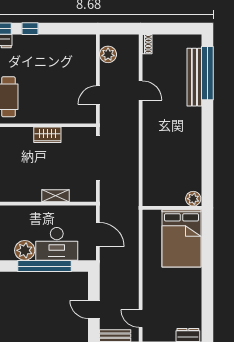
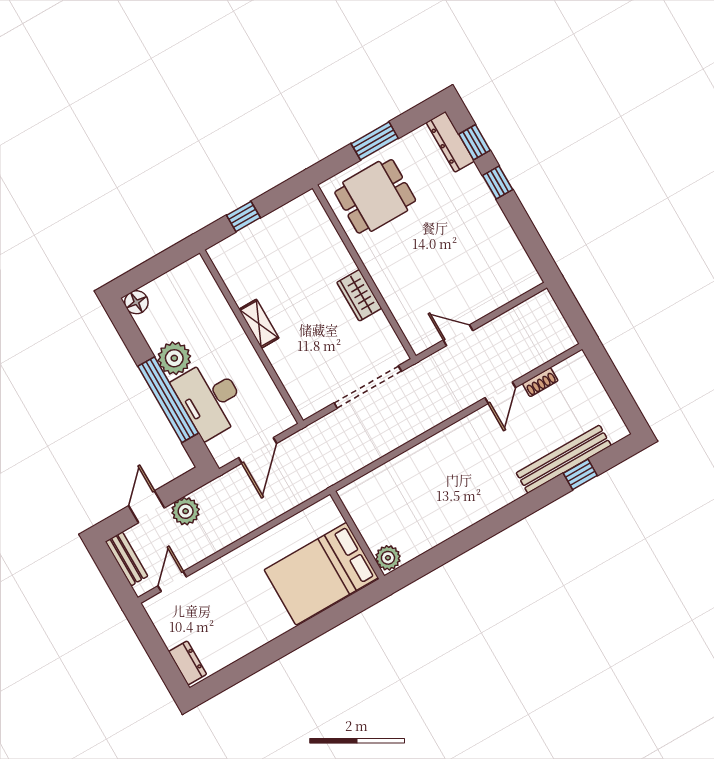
shoe rack: (147, 44) -> (540, 382), moved
plant: (108, 54) -> (186, 511), moved
window: (207, 73) -> (580, 474), width x0.32
shelving: (55, 196) -> (259, 324), moved

